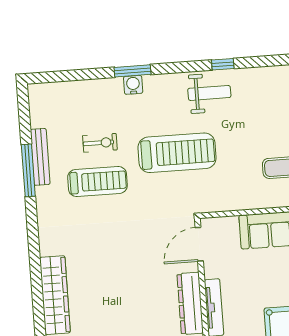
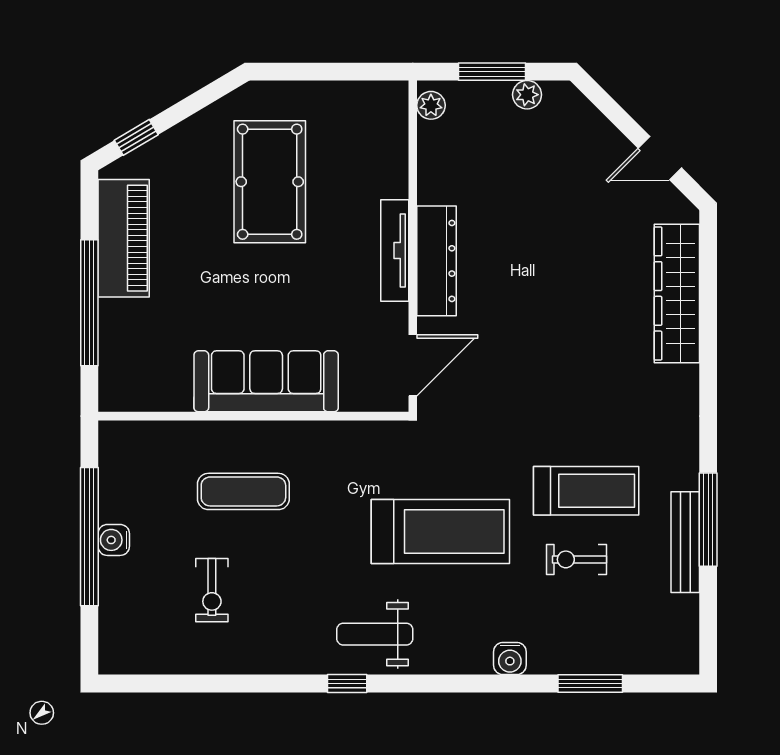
window: (132, 71) -> (590, 684), moved
treadmill: (177, 153) -> (440, 531), turned 180
treadmill: (97, 181) -> (586, 491), turned 180

